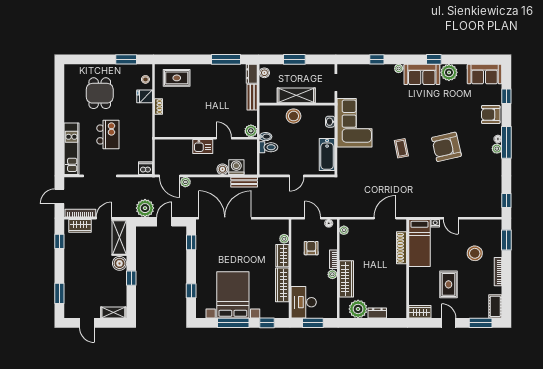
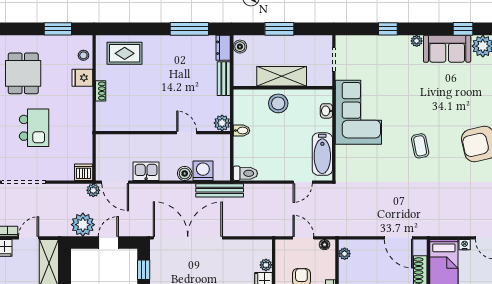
kitchen sink: (203, 146) -> (146, 171), moved, turned 180
toilet: (269, 147) -> (245, 173), moved
door: (297, 176) -> (303, 182), moved
plant: (185, 182) -> (93, 190), moved
bench: (244, 182) -> (220, 190), width x1.36
door: (385, 218) -> (398, 238), swing flipped

